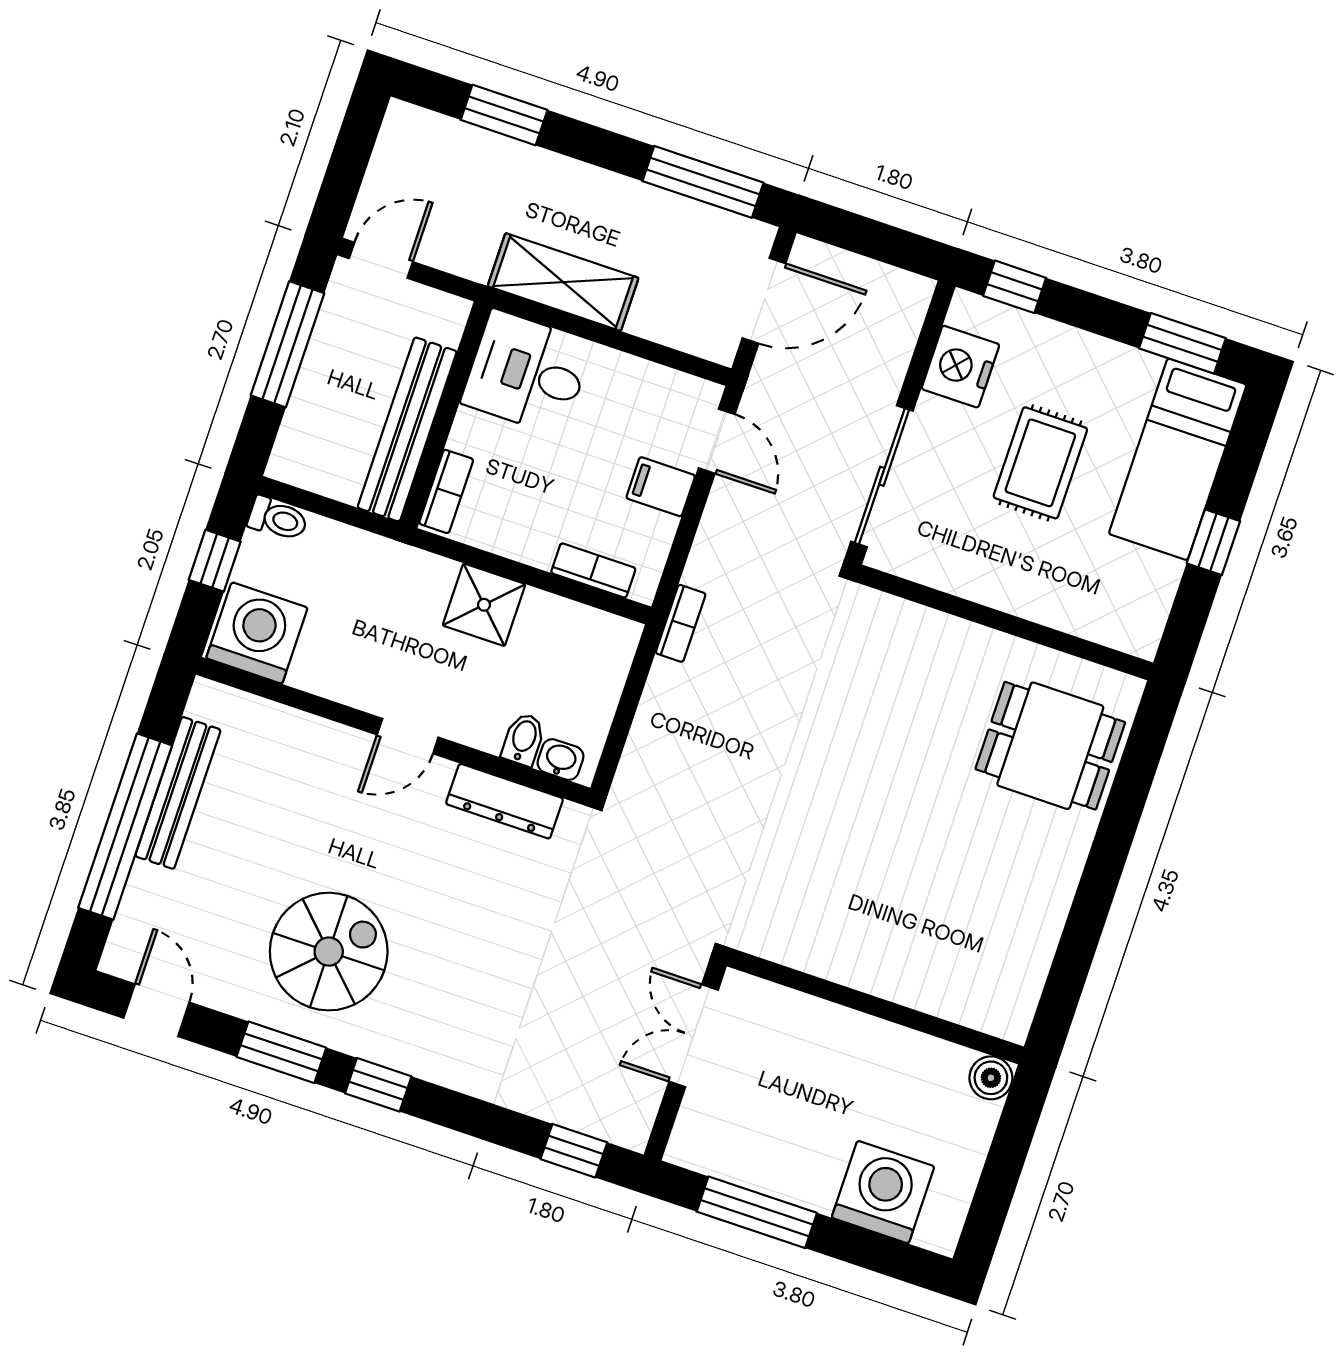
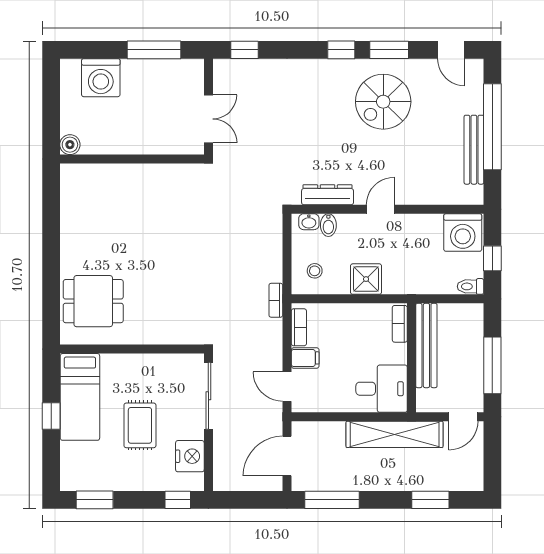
shelving: (563, 282) -> (395, 434), width x1.47
bed: (1178, 459) -> (80, 397), moved, turned 180
bookcase: (593, 570) -> (299, 327), moved, turned -90
stool: (582, 656) -> (315, 271), added

